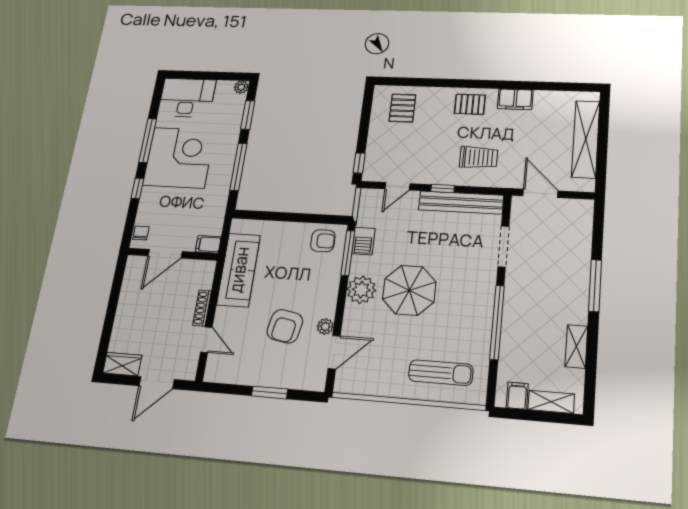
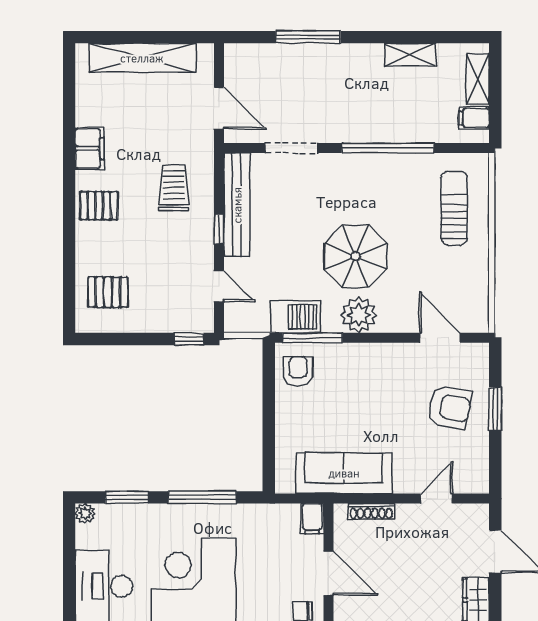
pallet: (470, 104) -> (99, 206), turned 90
door: (540, 193) -> (219, 108), swing flipped
barbecue: (363, 241) -> (295, 317), width x1.38, depth x1.27
window: (595, 286) -> (308, 37), moved
shoe rack: (202, 308) -> (371, 511), moved
armchair: (285, 326) -> (450, 407), moved
plant: (325, 327) -> (409, 353), removed

